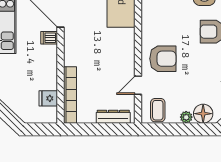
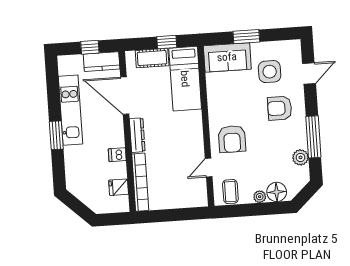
dishwasher: (49, 38) -> (117, 155), moved
armchair: (163, 59) -> (232, 139), turned 90
dresser: (113, 117) -> (137, 135), moved, turned 90

